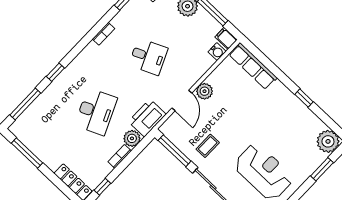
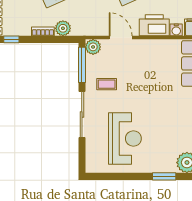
plant: (205, 91) -> (93, 47), moved
door: (182, 101) -> (121, 38), swing flipped
printer: (147, 118) -> (154, 25), moved

